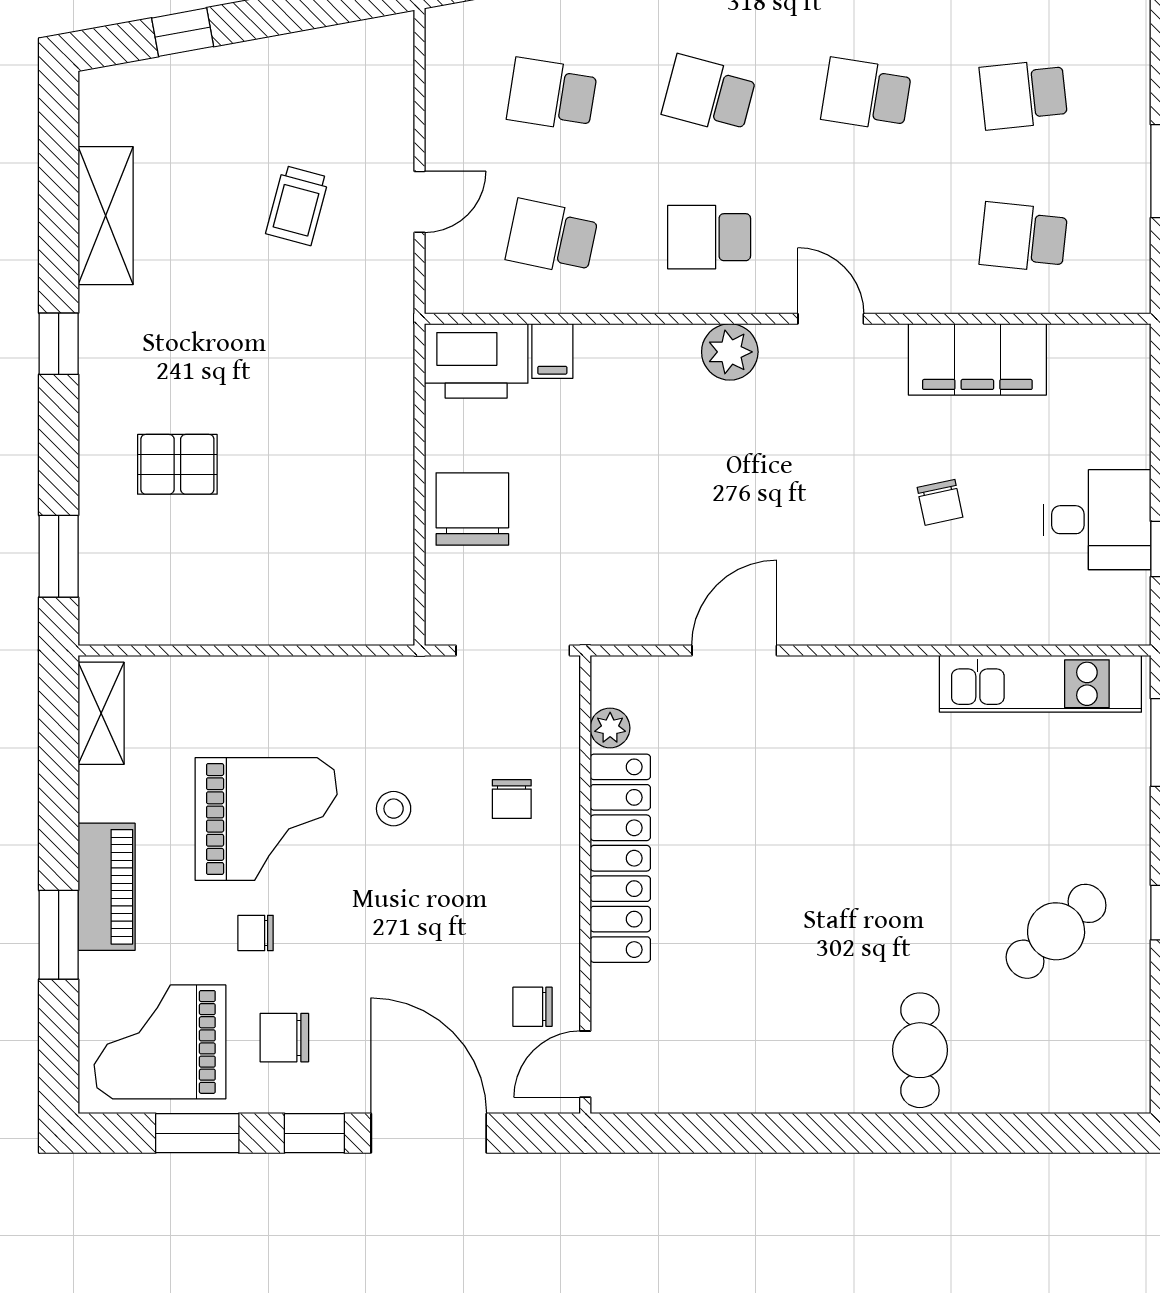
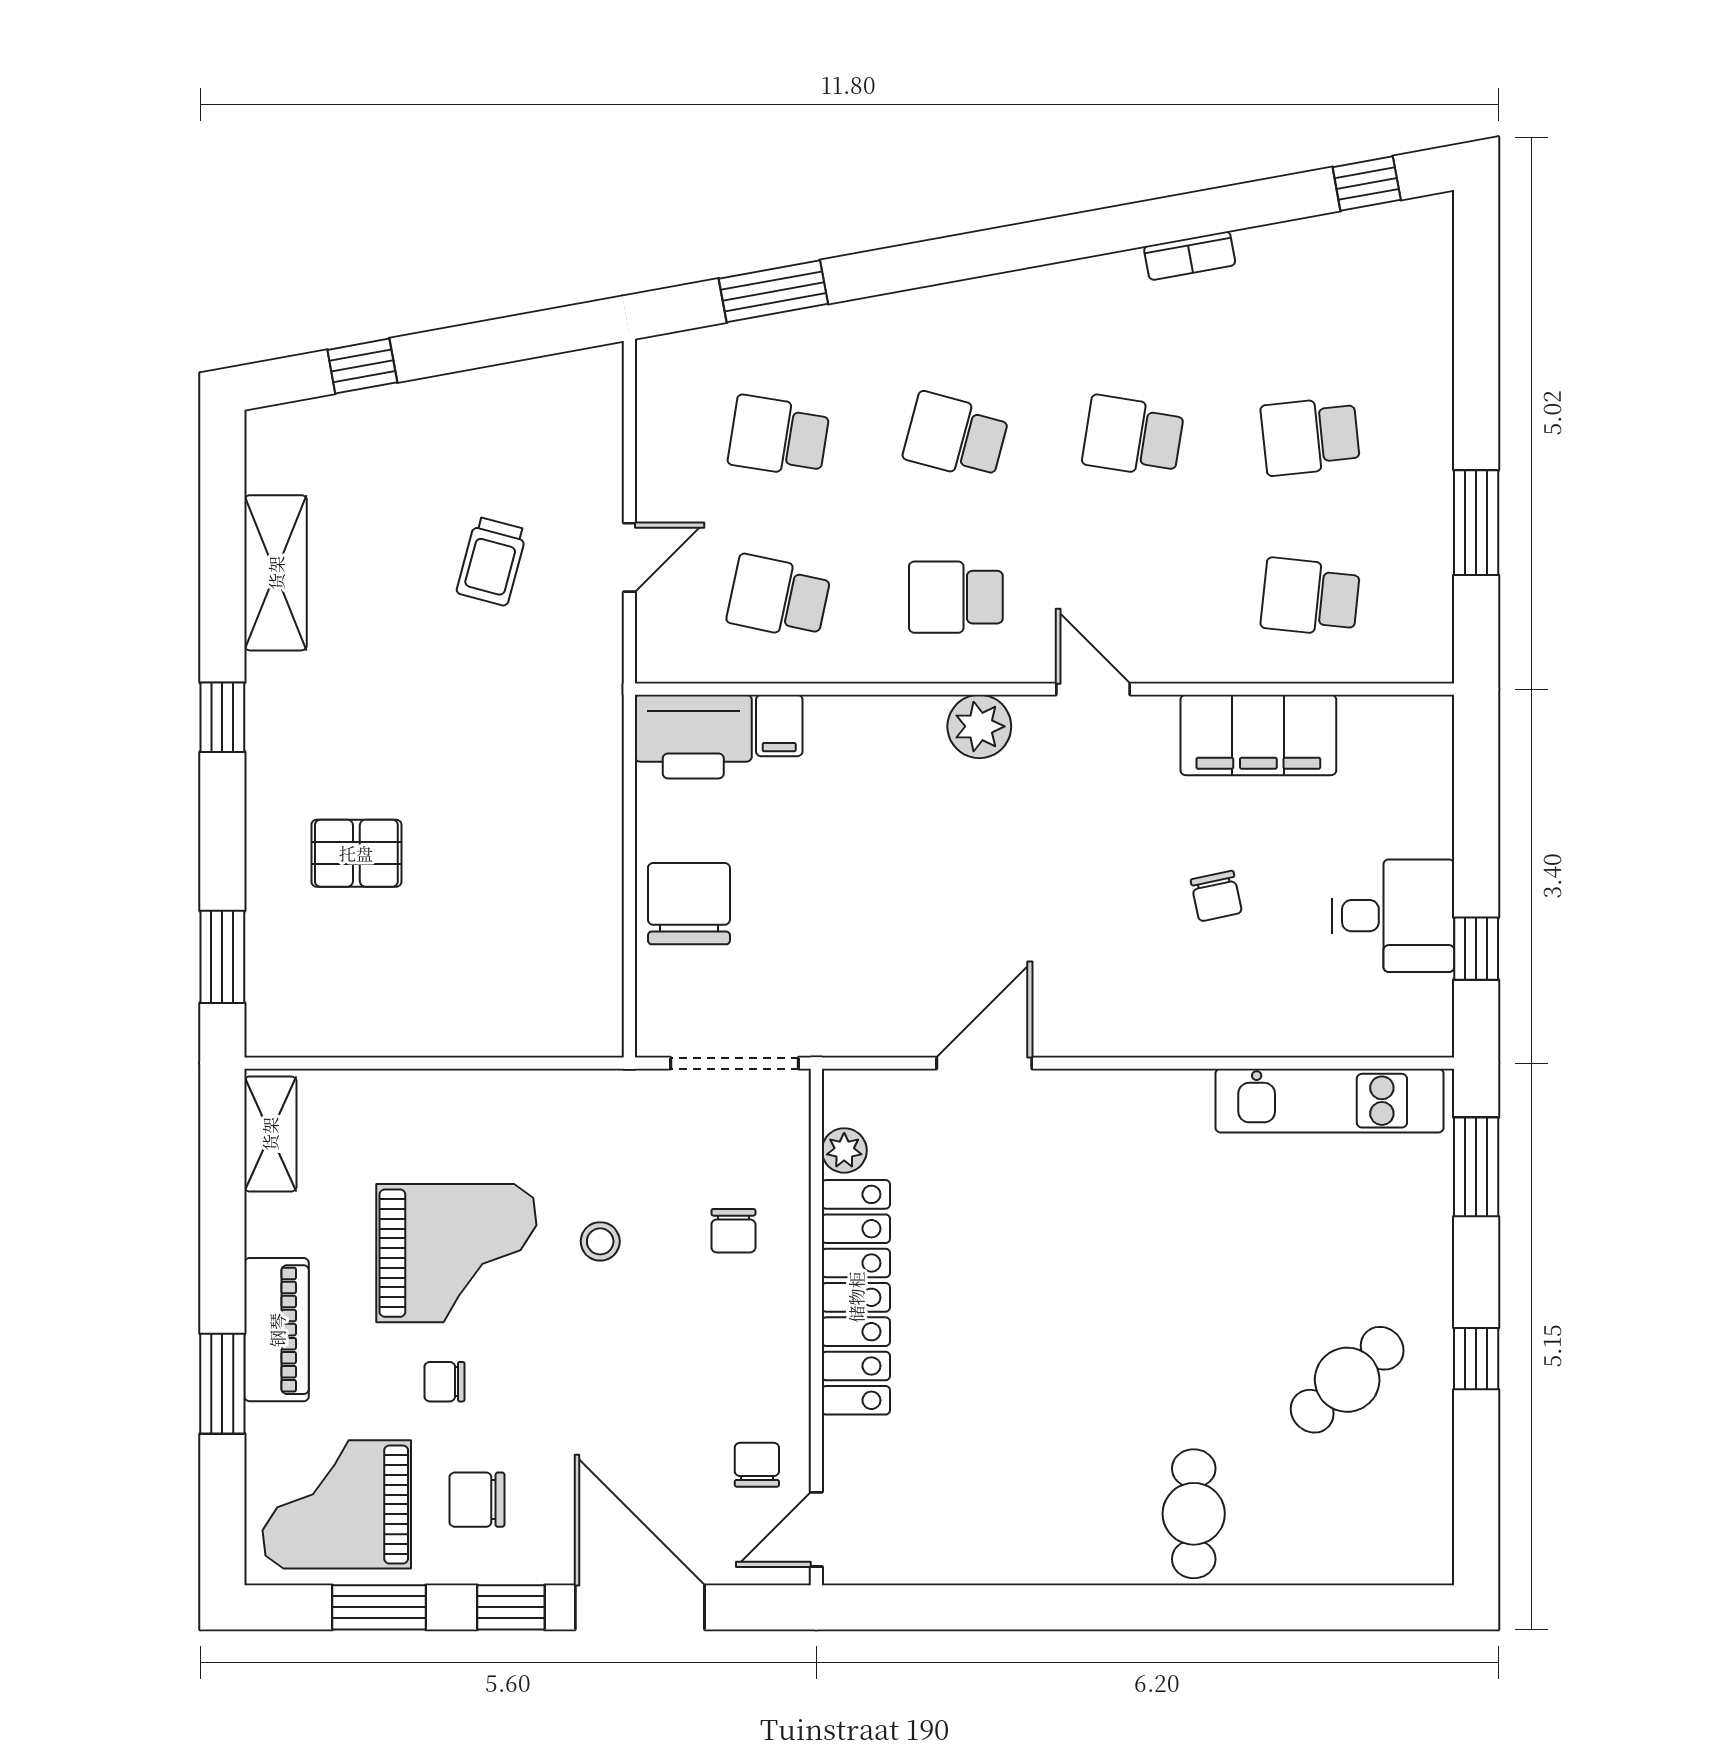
chair: (533, 1007) -> (757, 1465), turned 90

